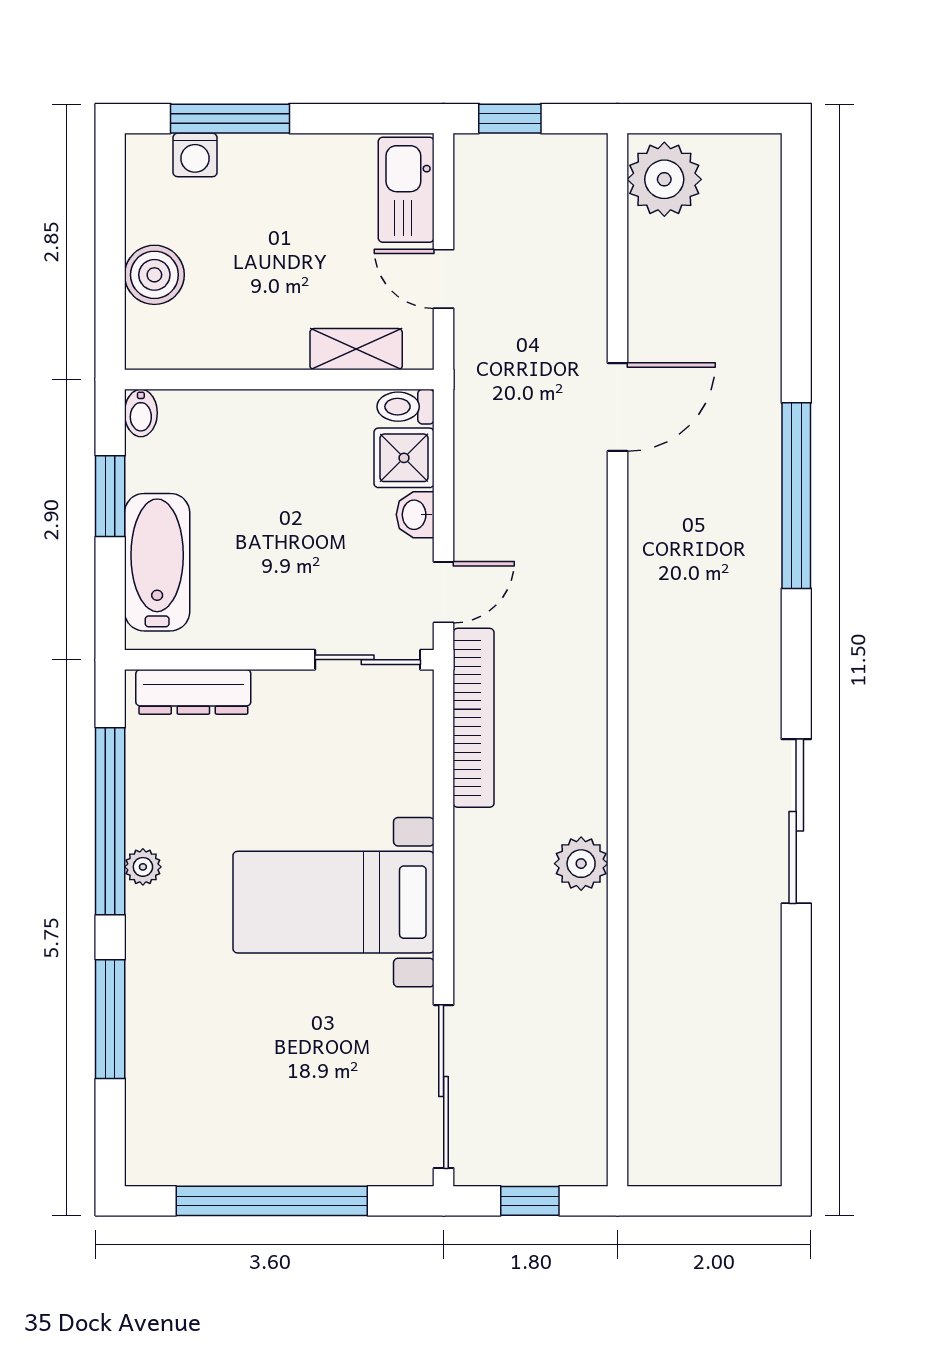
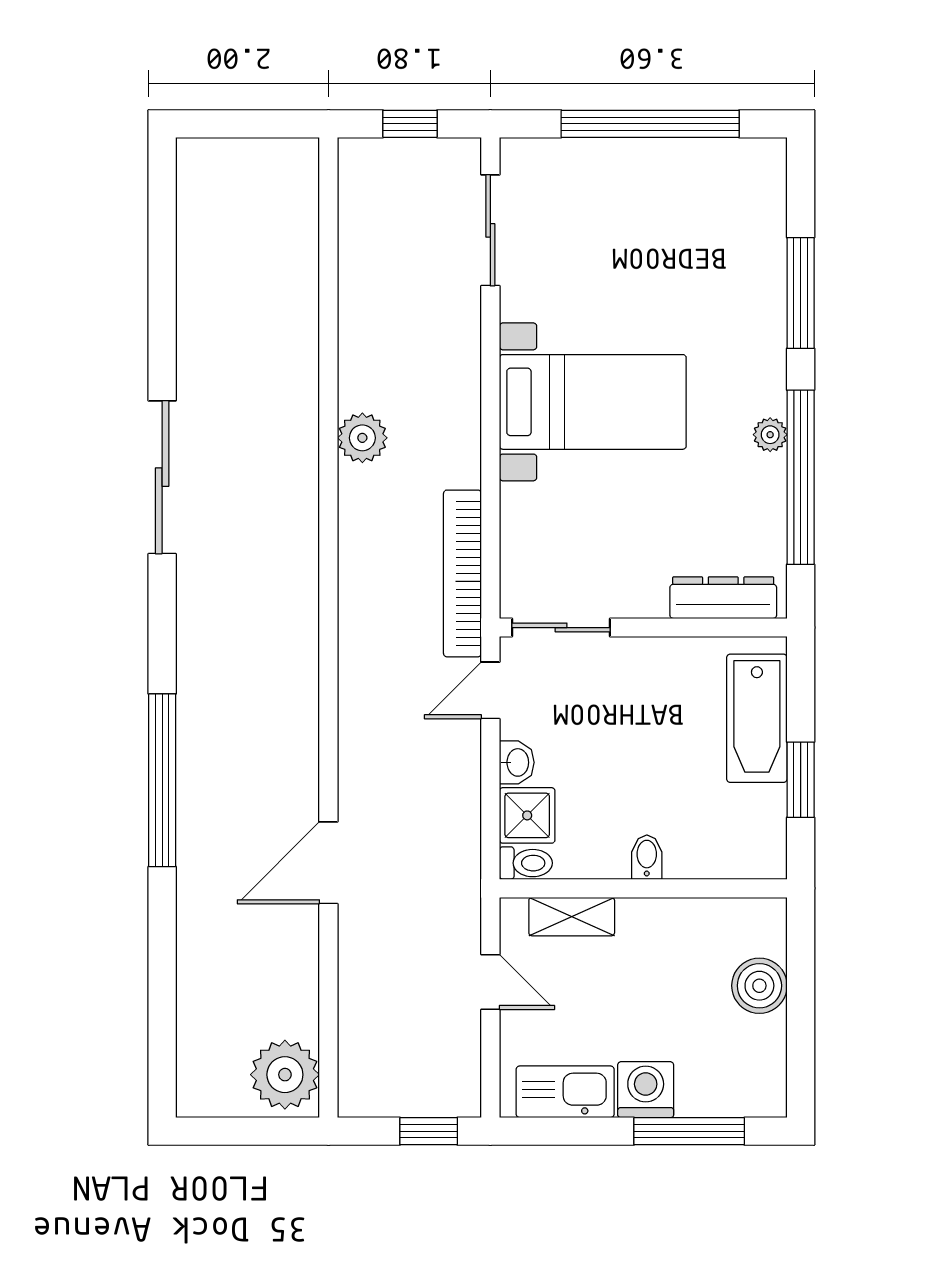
washing machine: (195, 155) -> (646, 1090), moved, width x1.38, depth x1.38
kitchen sink: (406, 190) -> (565, 1092), moved, turned -90
bidet: (141, 413) -> (647, 857), moved
sliding door: (444, 1087) -> (490, 230), width x0.73

